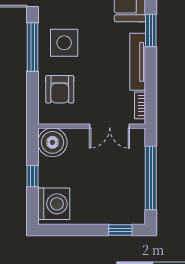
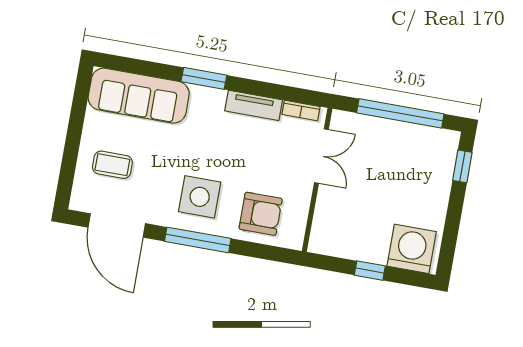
tv unit: (138, 62) -> (254, 105), width x0.71
boiler: (52, 142) -> (330, 236), removed

